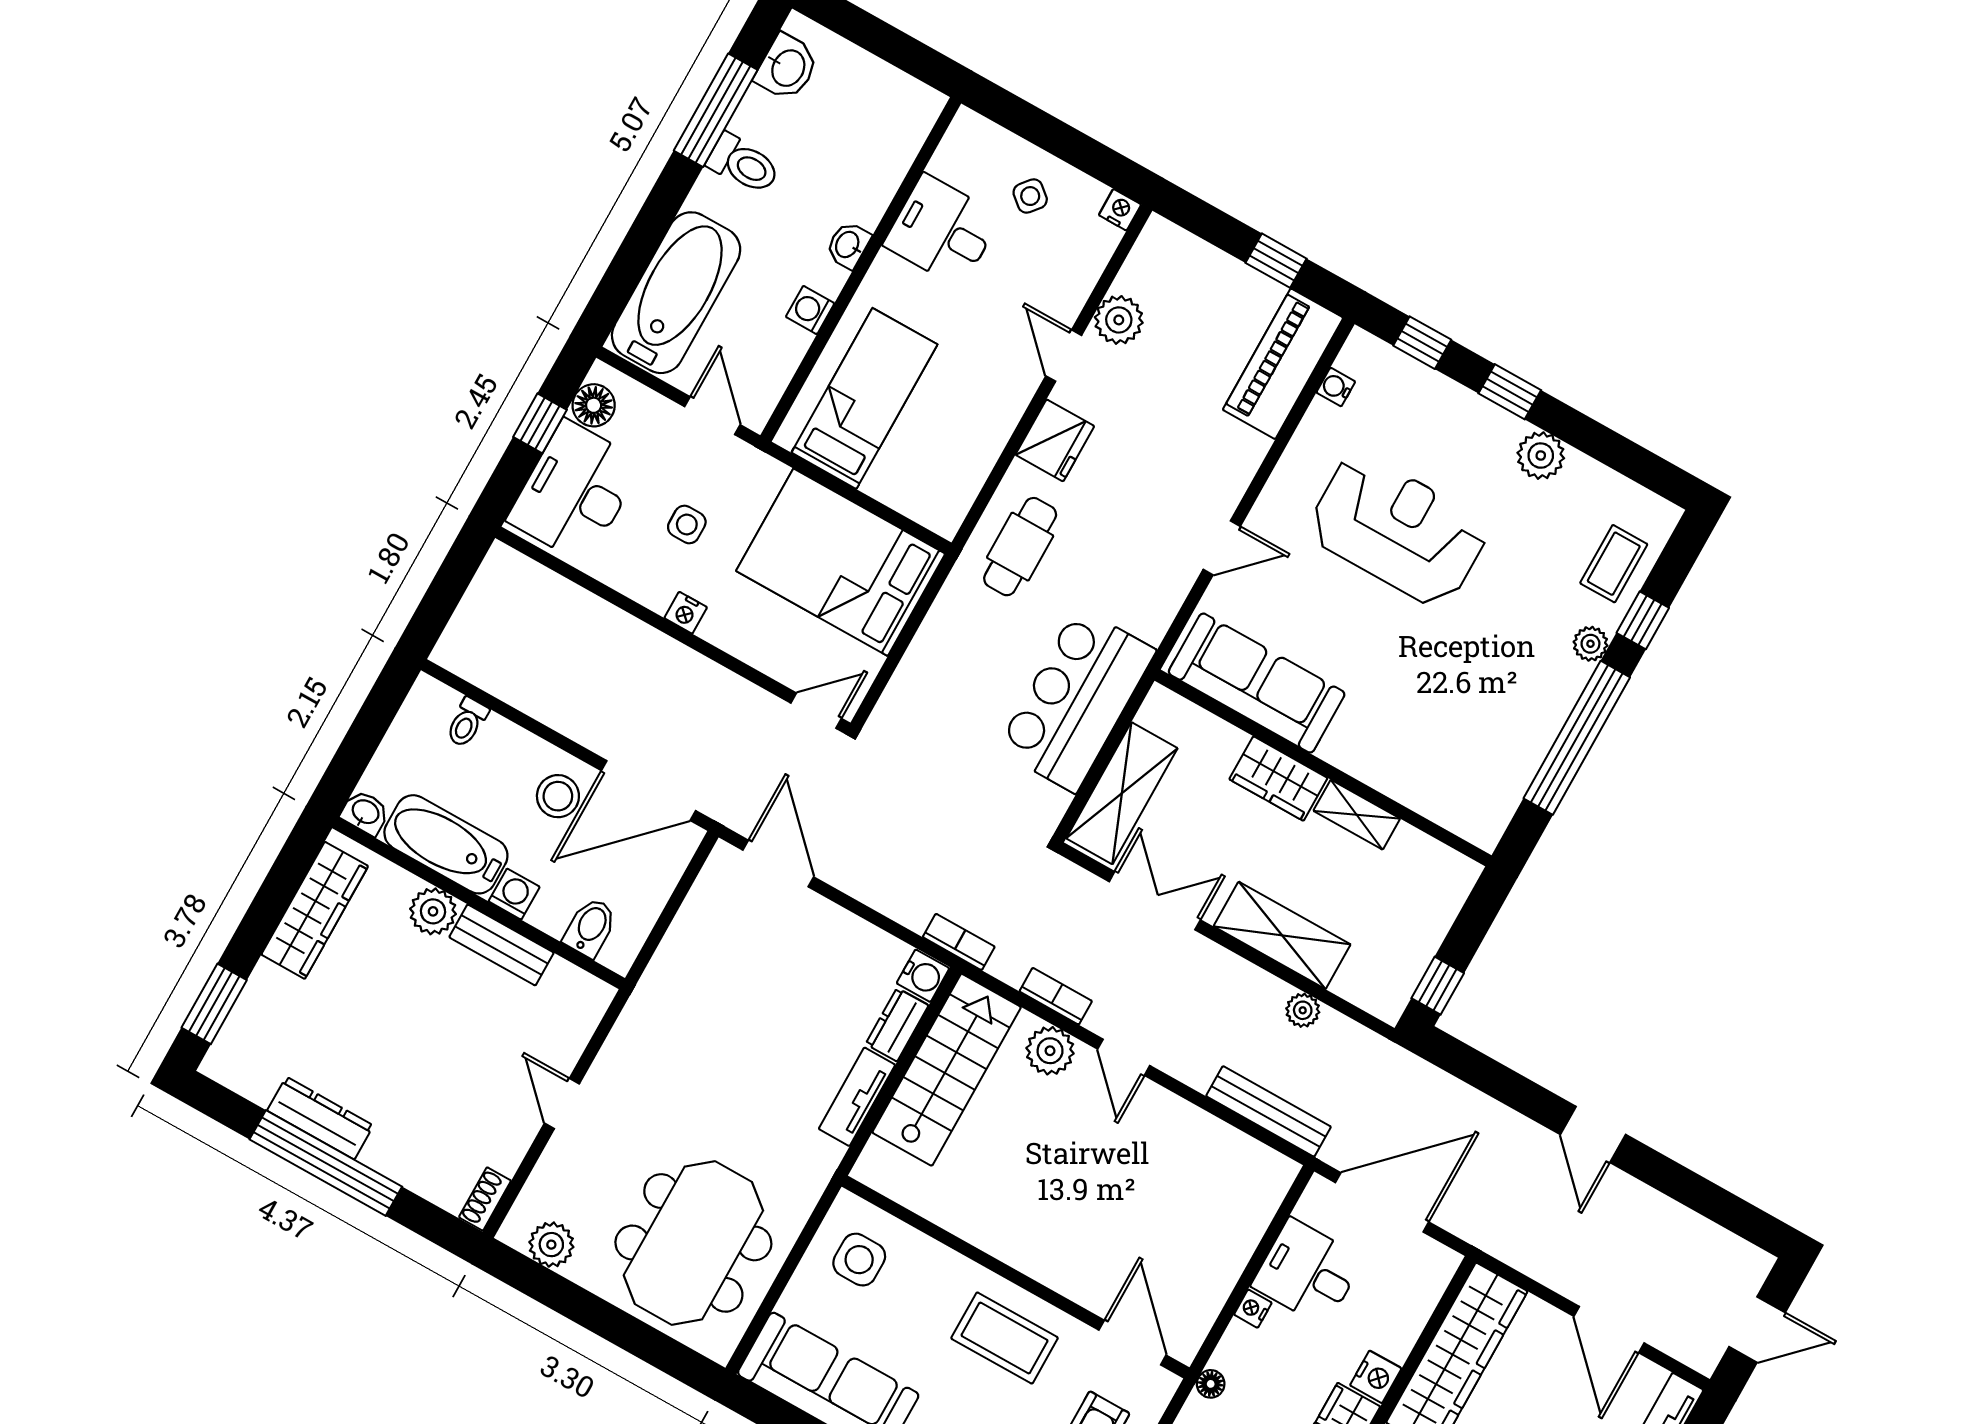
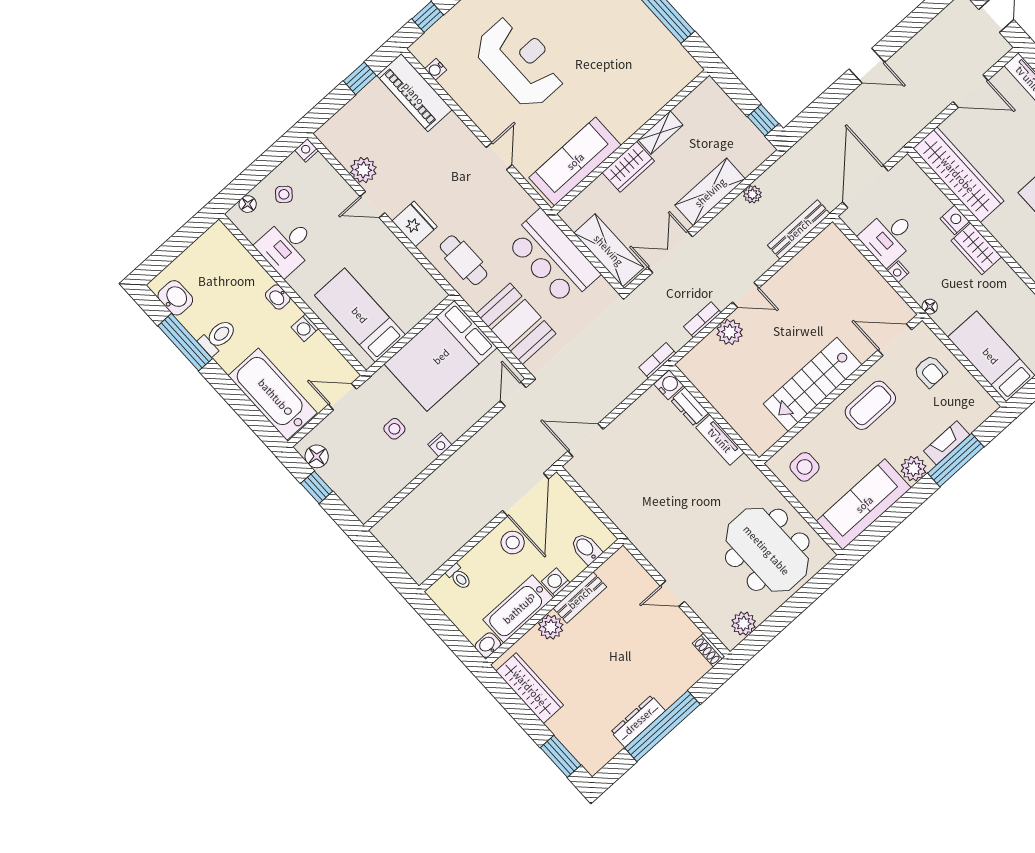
floor lamp: (992, 139) -> (248, 204), added
desk: (575, 492) -> (358, 481), removed
reception desk: (1398, 530) -> (520, 62), turned 90
booth: (940, 675) -> (516, 324), added
stairs: (947, 1070) -> (813, 384), moved, turned -90

